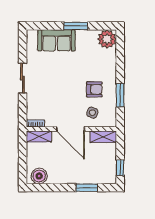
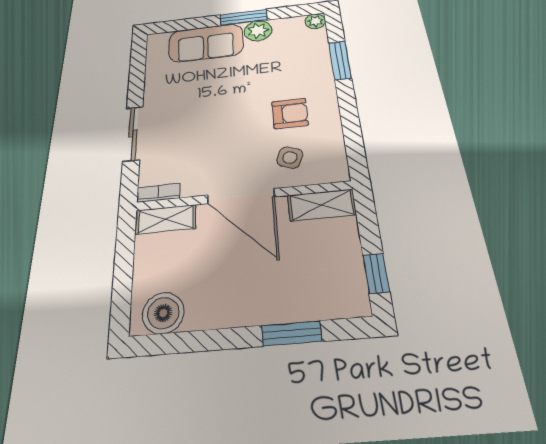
plant: (83, 36) -> (258, 31), added
plant: (107, 39) -> (315, 21), width x0.53, depth x0.53
sliding door: (23, 78) -> (133, 133), moved
window: (120, 95) -> (340, 60), moved

